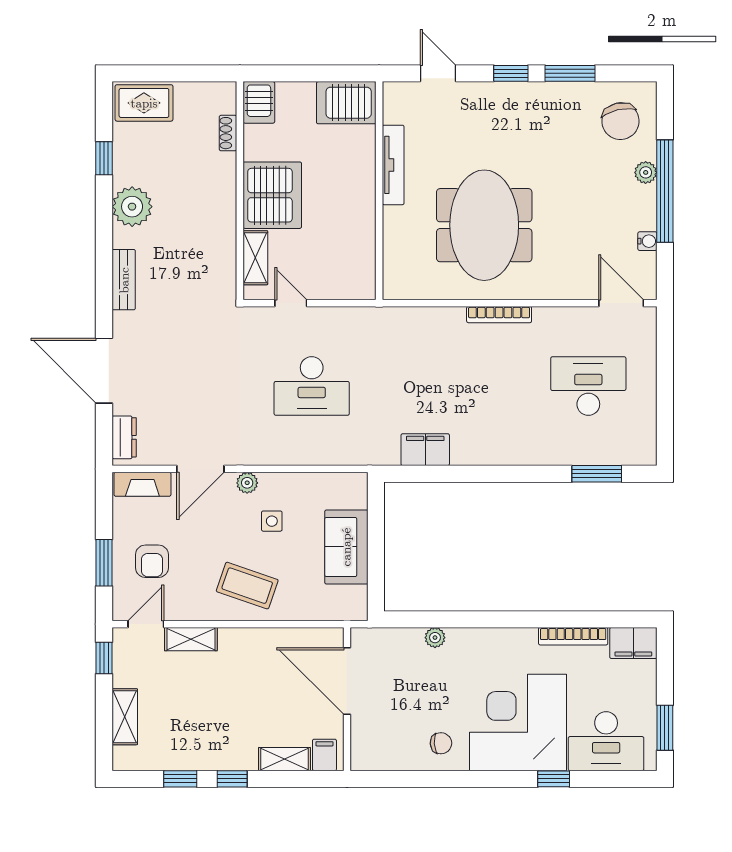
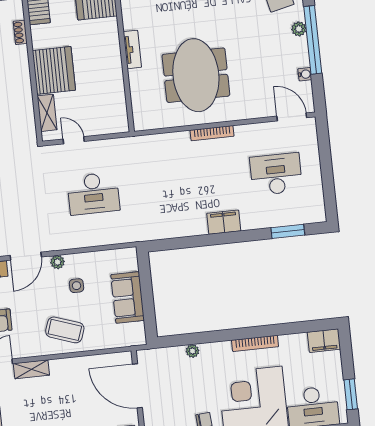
tv unit: (393, 165) -> (132, 49), width x0.71
filing cabinet: (425, 450) -> (224, 222), moved
bookcase: (573, 636) -> (255, 343), moved

